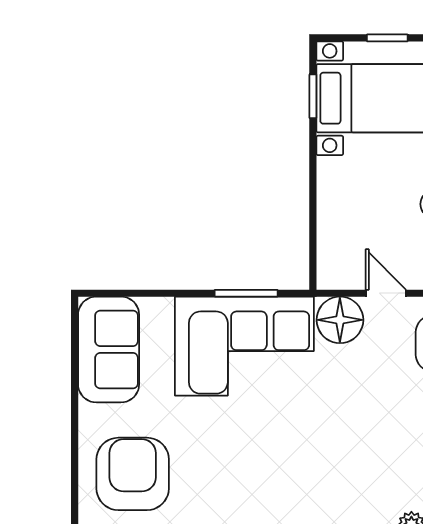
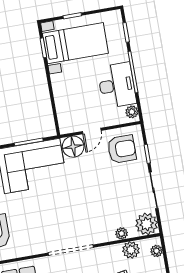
door: (386, 293) -> (92, 131), swing flipped

